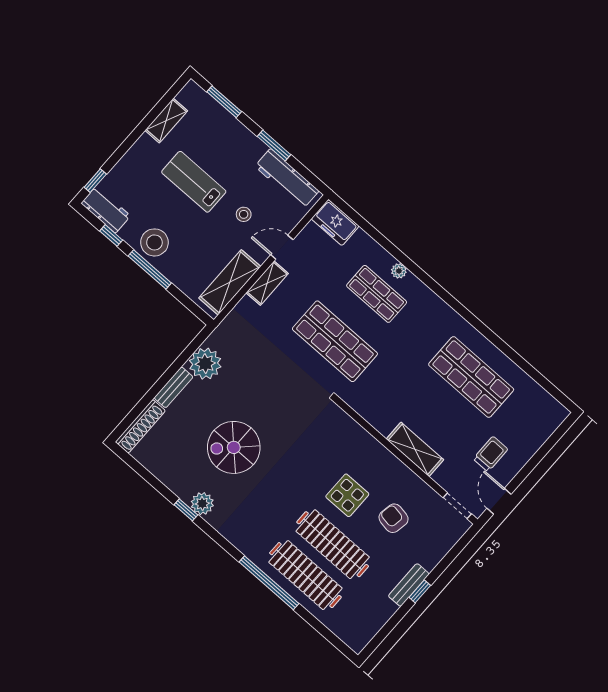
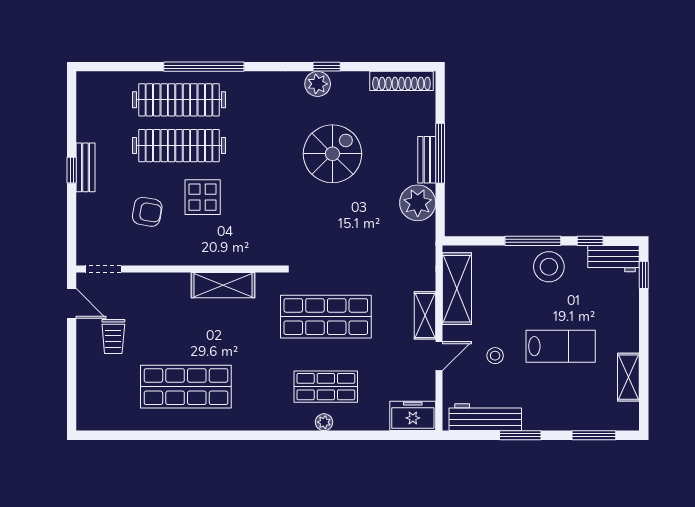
window: (161, 384) -> (440, 153), added
shoe rack: (140, 426) -> (401, 81), moved, turned -90
shelving: (415, 449) -> (223, 285), moved

